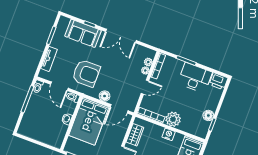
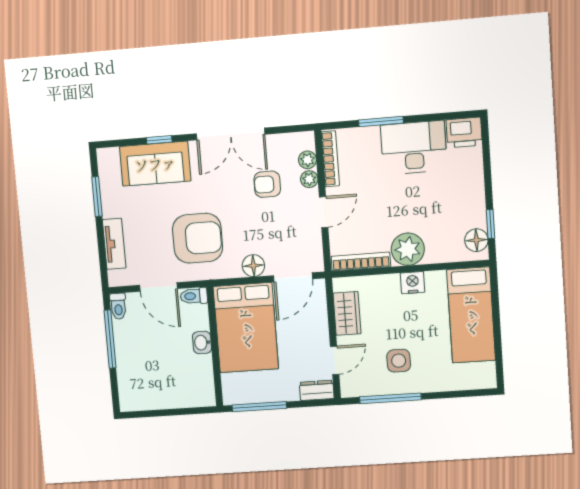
armchair: (127, 64) -> (267, 184), added
floor lamp: (208, 115) -> (476, 240), moved

